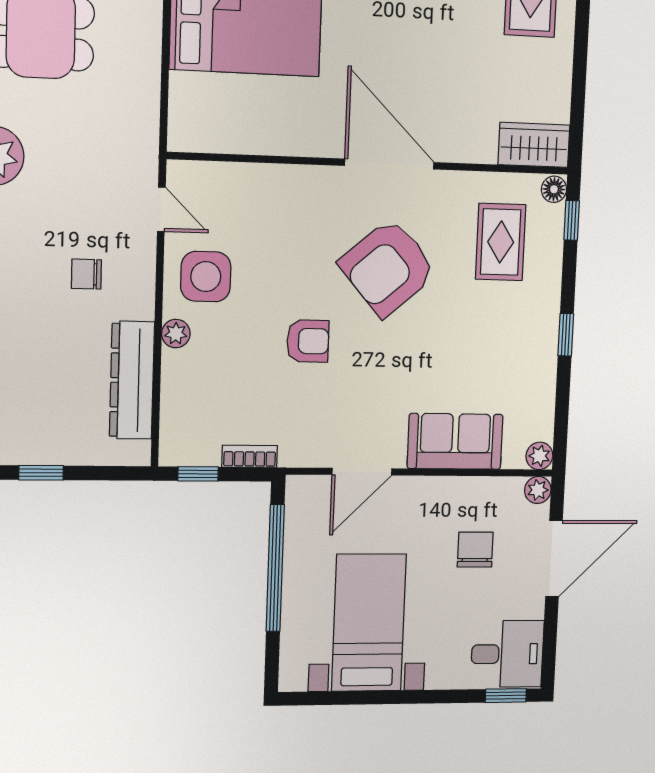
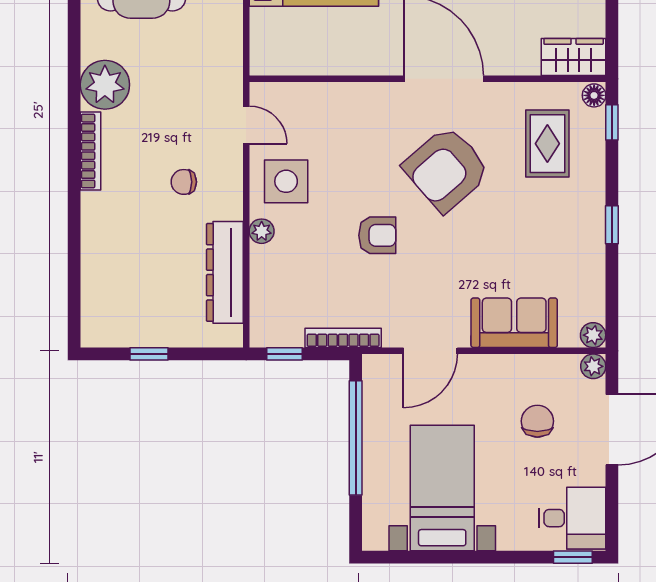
bookcase: (250, 456) -> (343, 338), width x1.56

